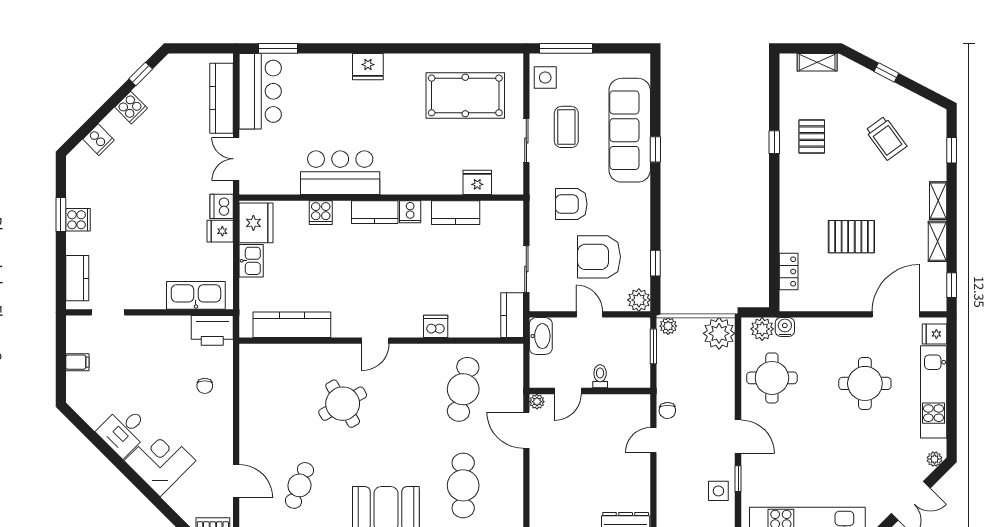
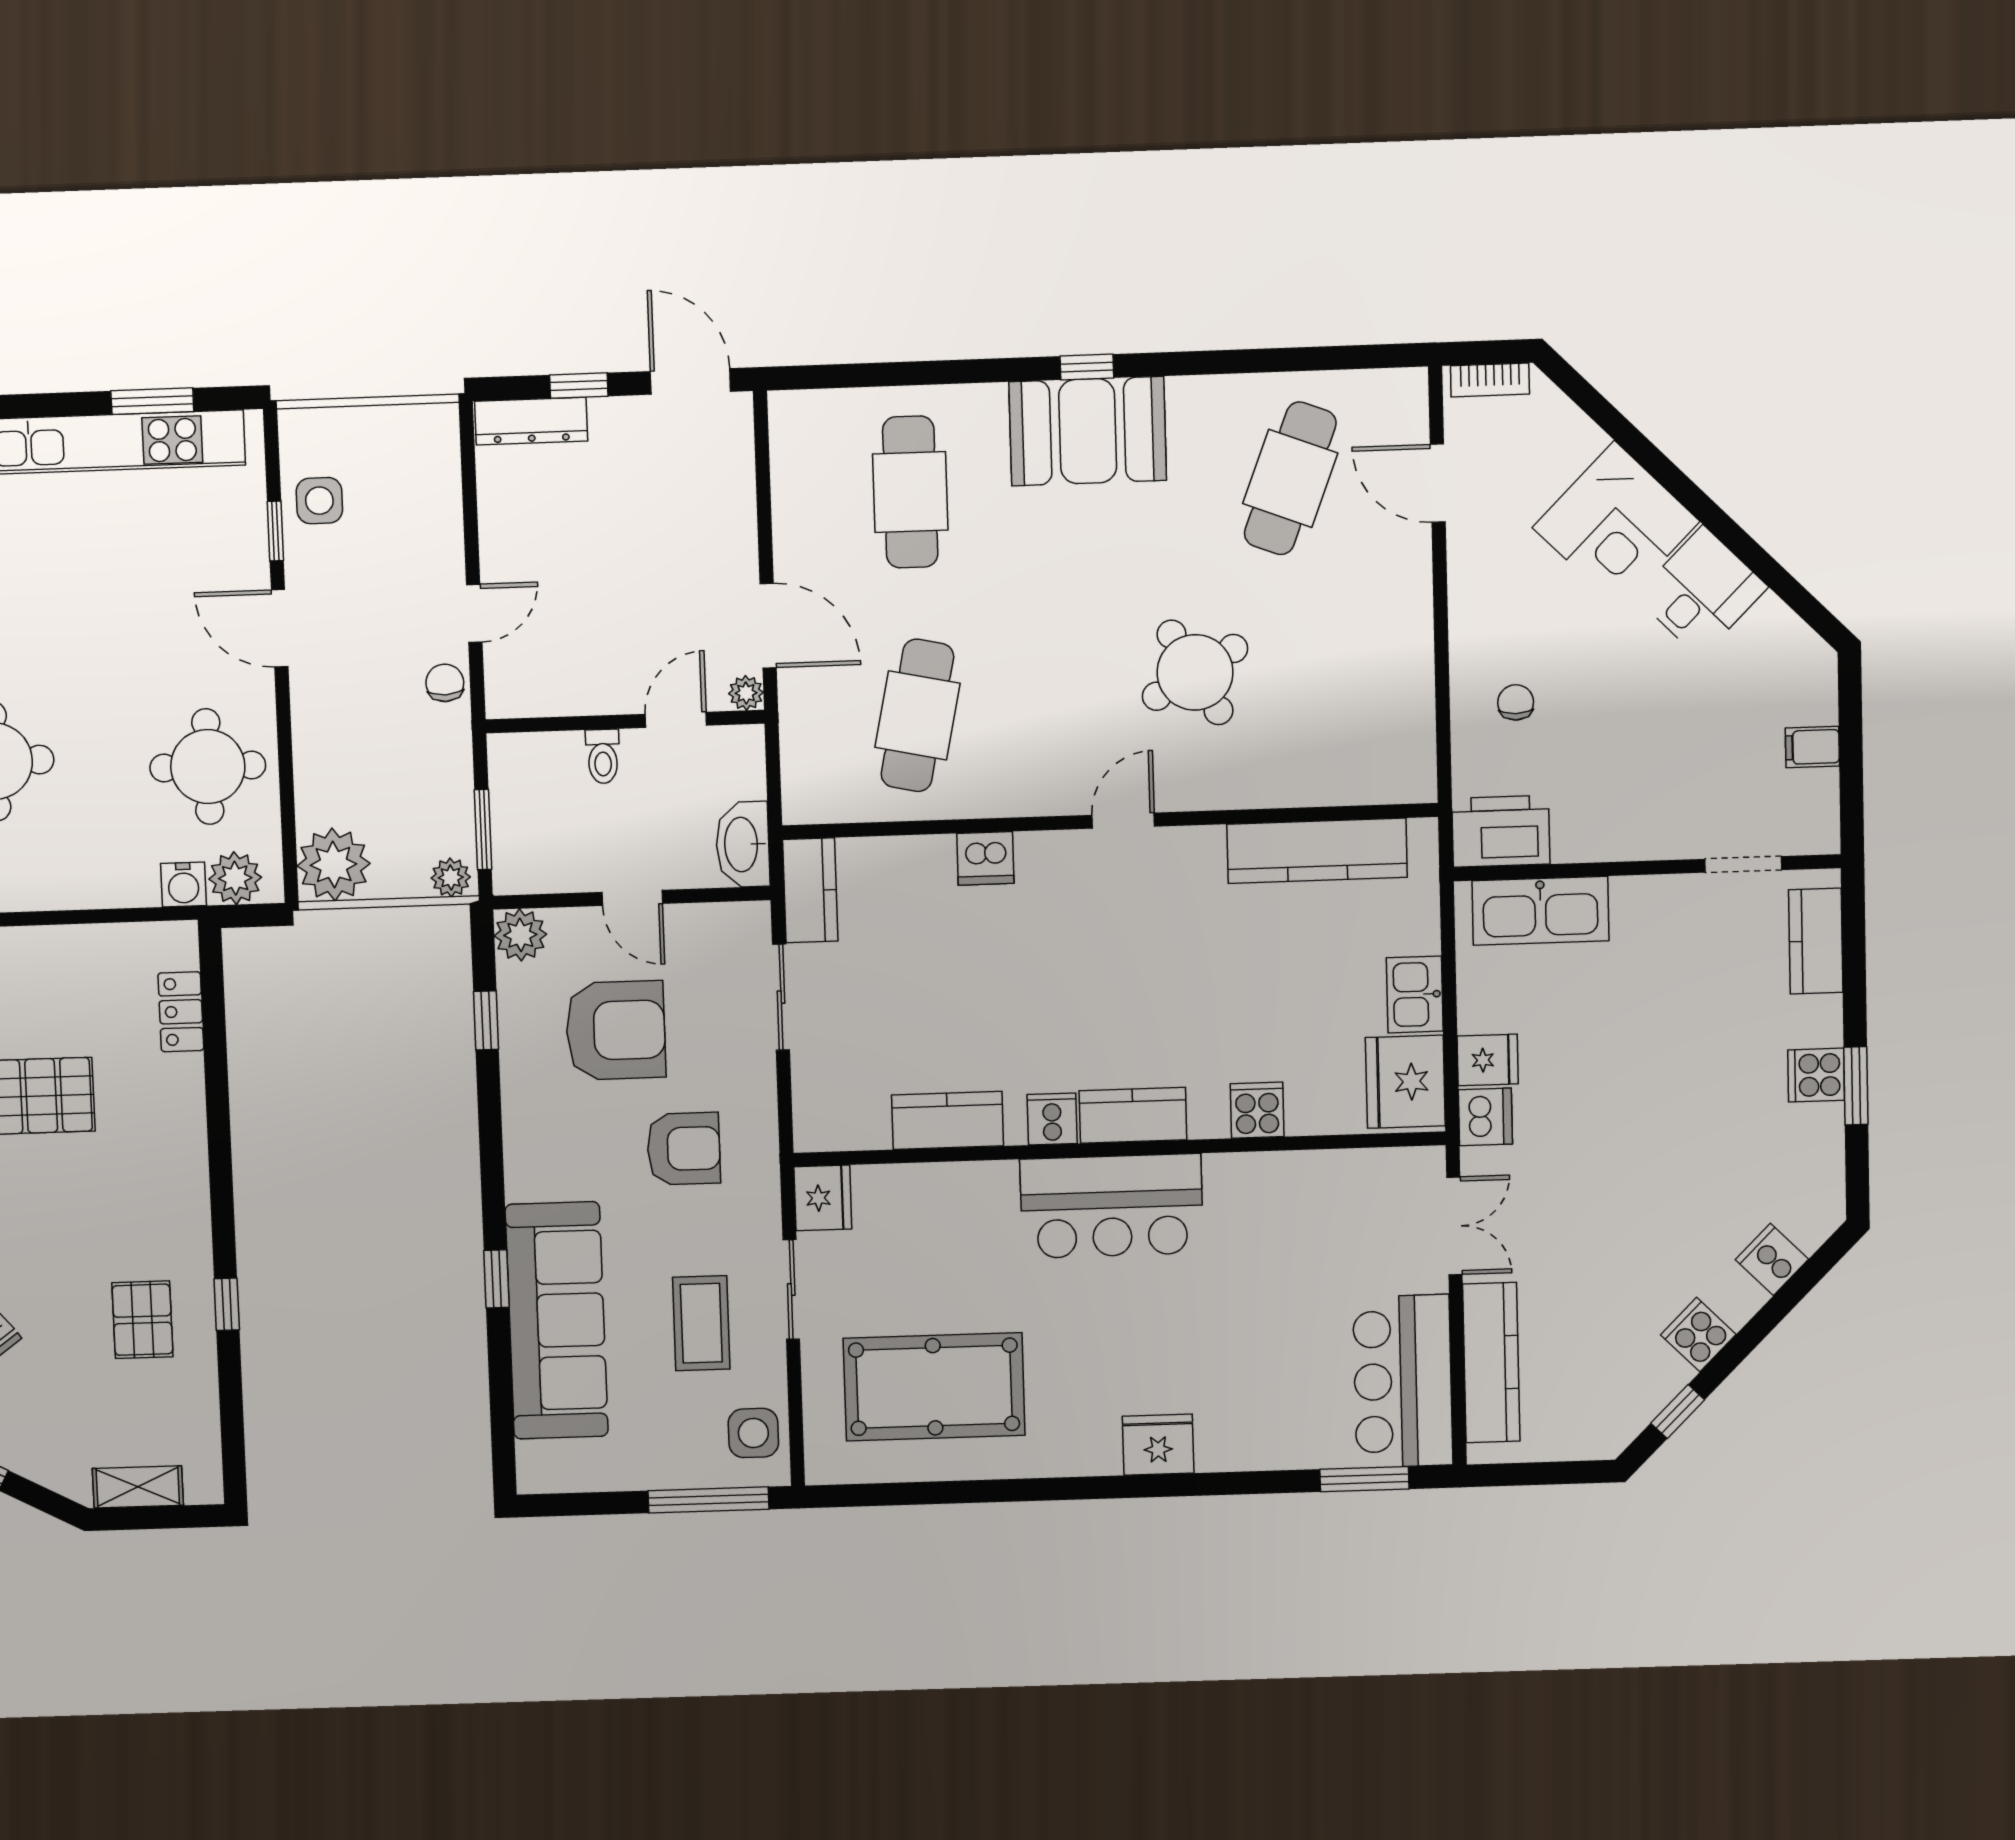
bar counter: (340, 173) -> (1112, 1206), moved
fridge: (477, 182) -> (823, 1198), moved, turned -90
cafe table: (299, 485) -> (1290, 478), width x1.37, depth x1.35

